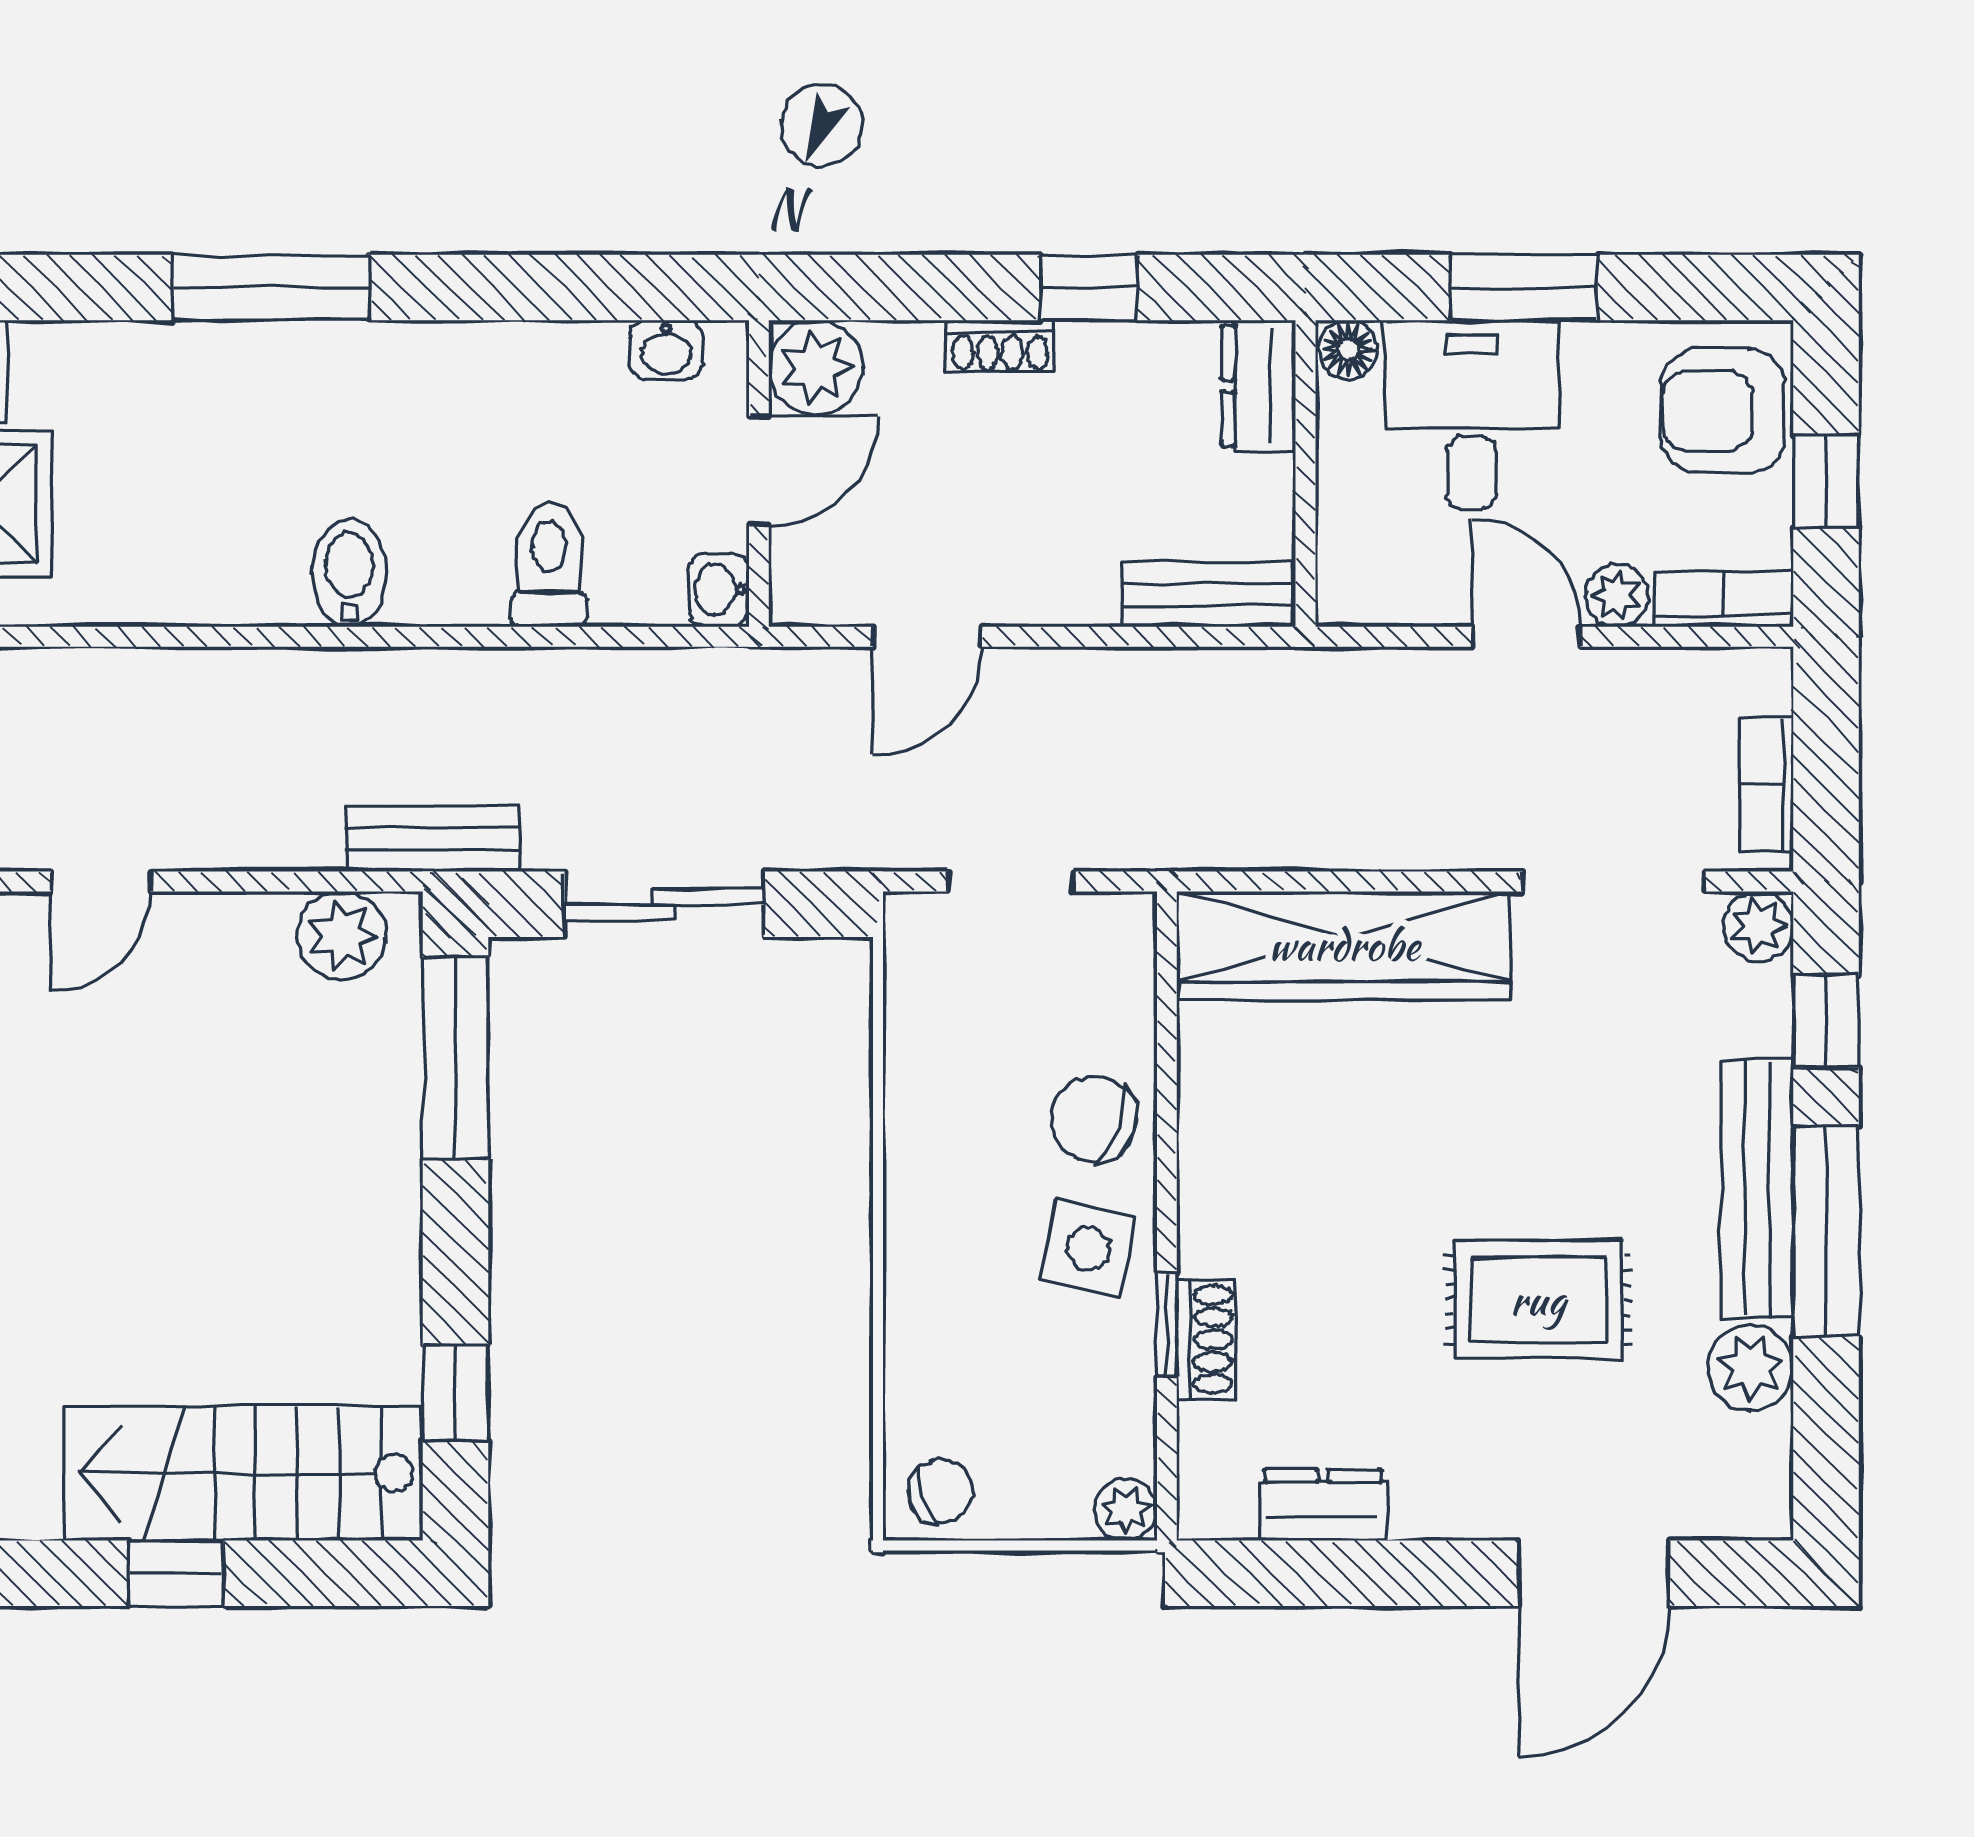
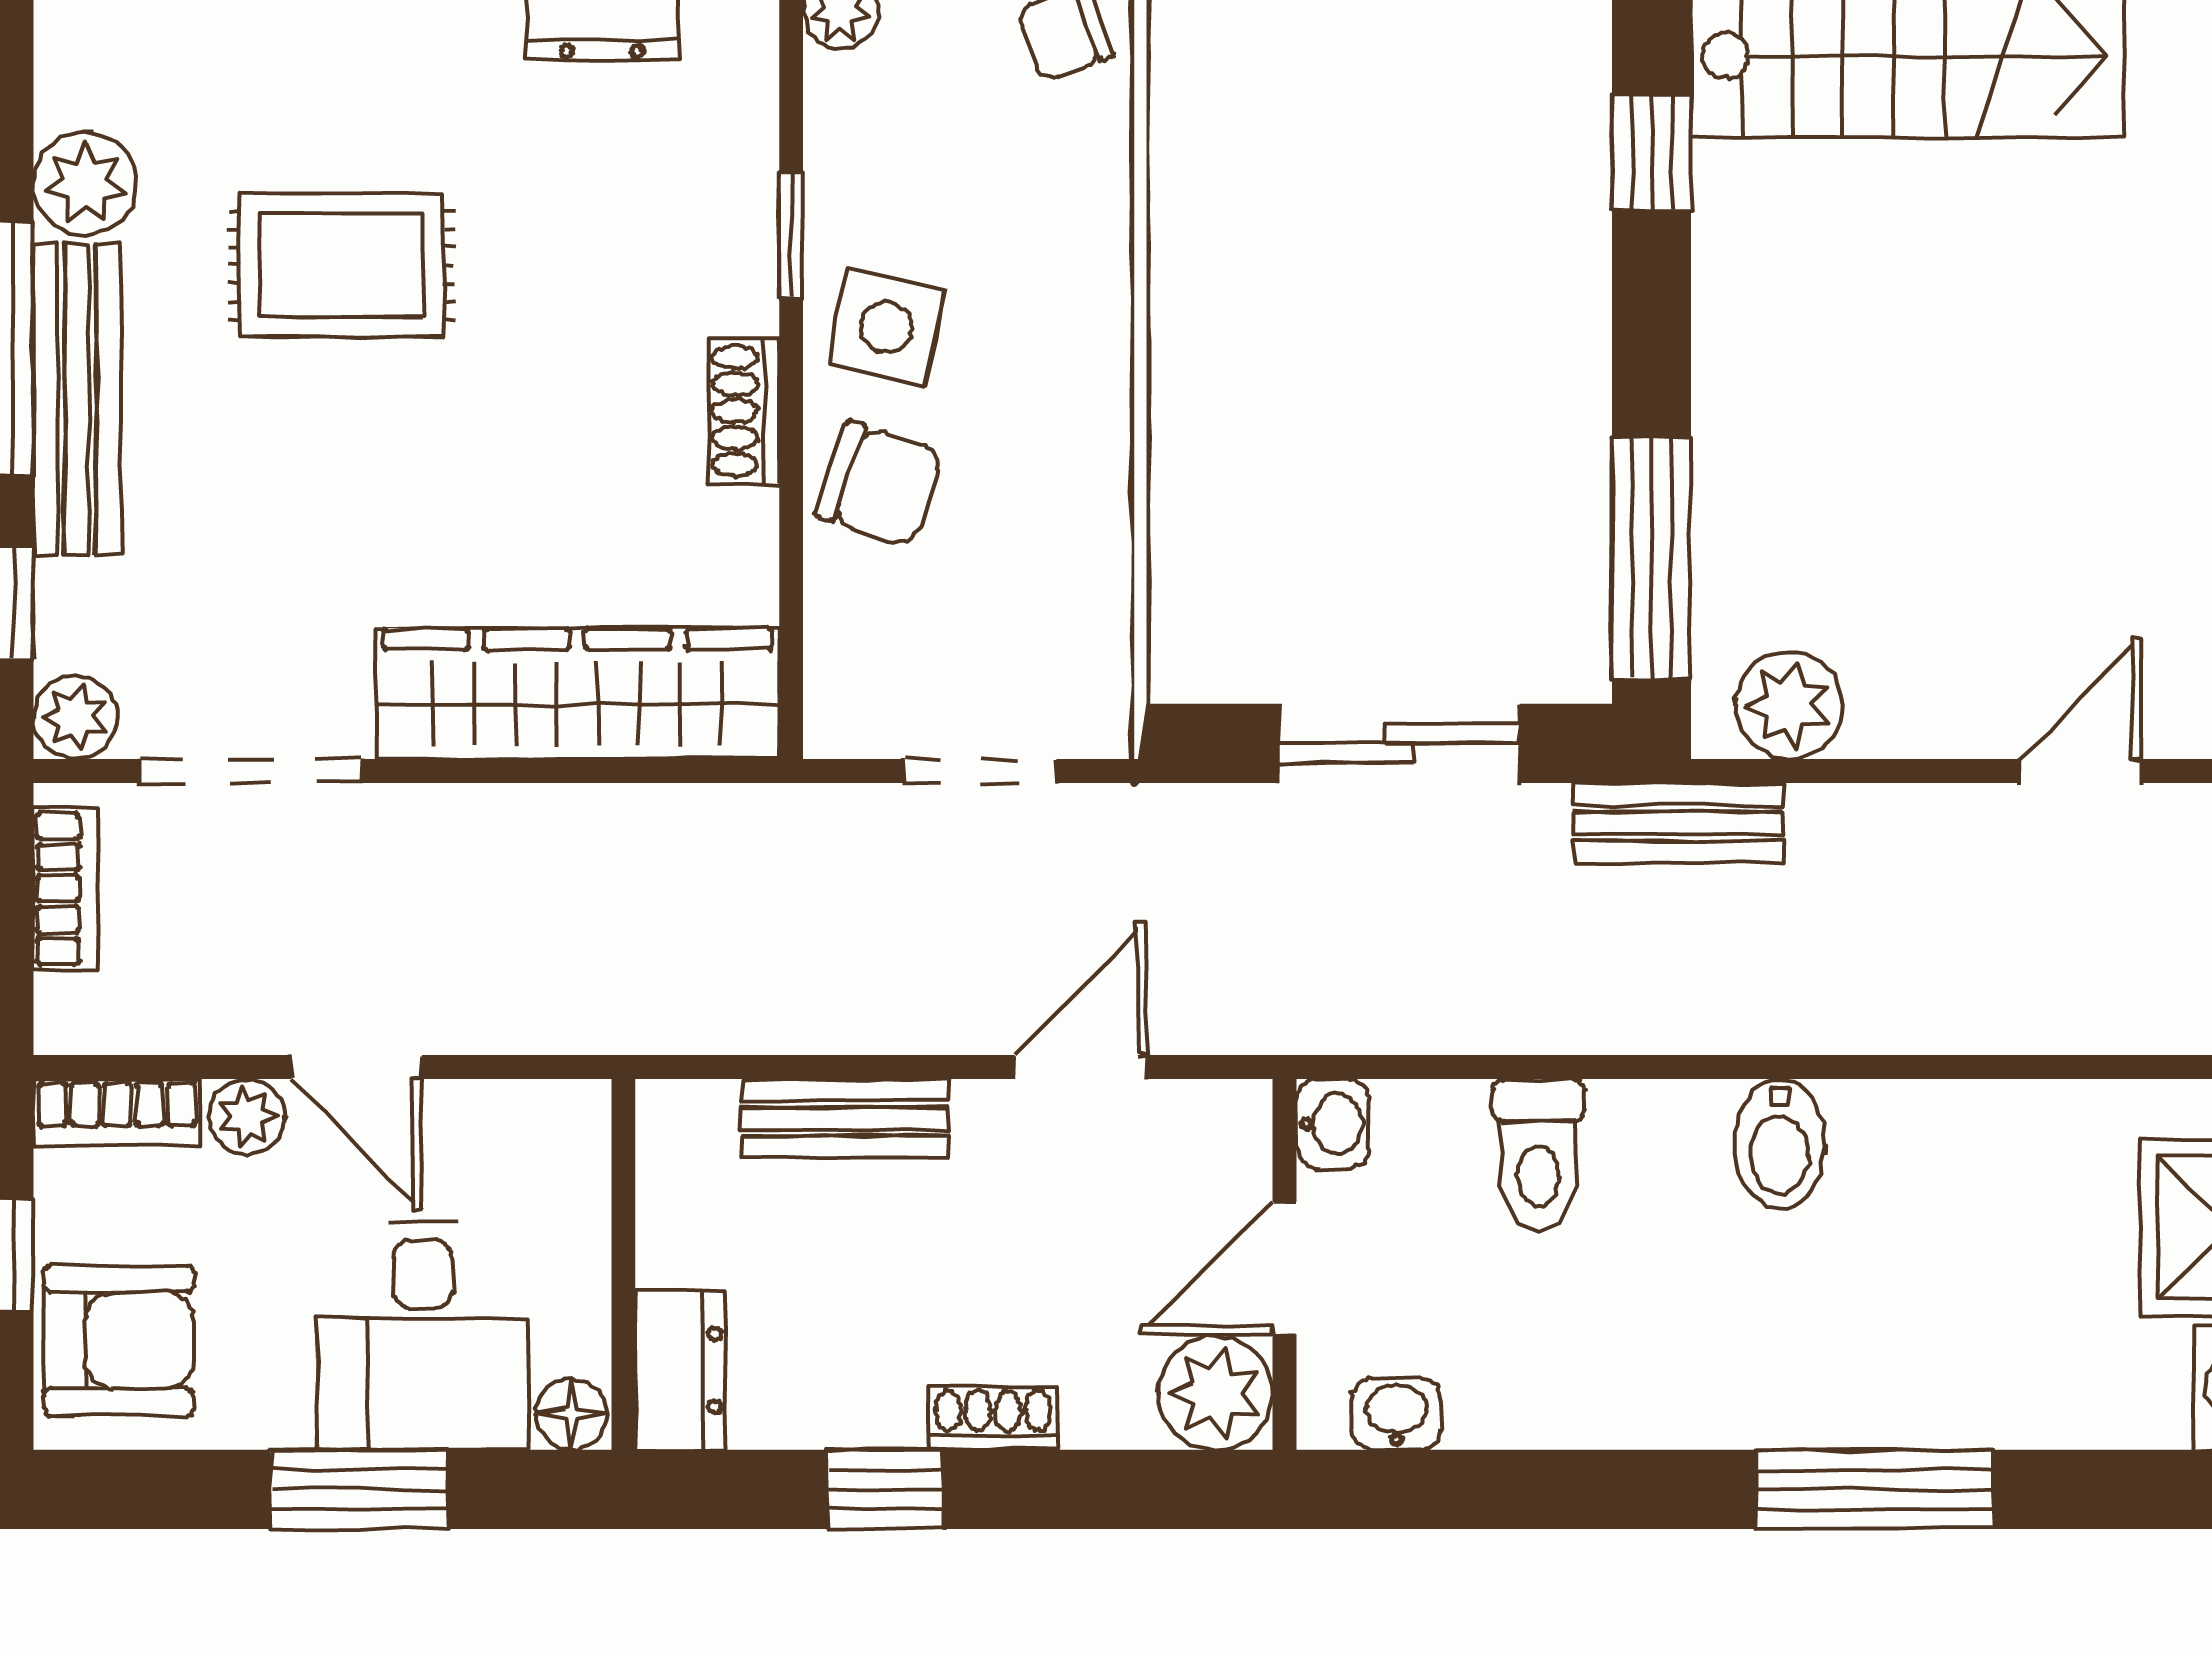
bench: (1207, 594) -> (845, 1118), moved
shoe rack: (1206, 1340) -> (744, 411), moved

